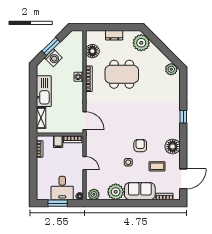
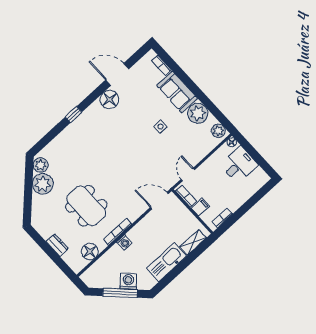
plant: (141, 43) -> (43, 184), moved
window: (51, 46) -> (120, 293), width x1.44
door: (85, 121) -> (159, 201), hinge flipped
armchair: (140, 146) -> (135, 130), removed
door: (85, 163) -> (188, 174), moved
coffee table: (157, 166) -> (140, 97), removed
door: (183, 179) -> (117, 74), moved
window: (58, 203) -> (256, 156), removed

